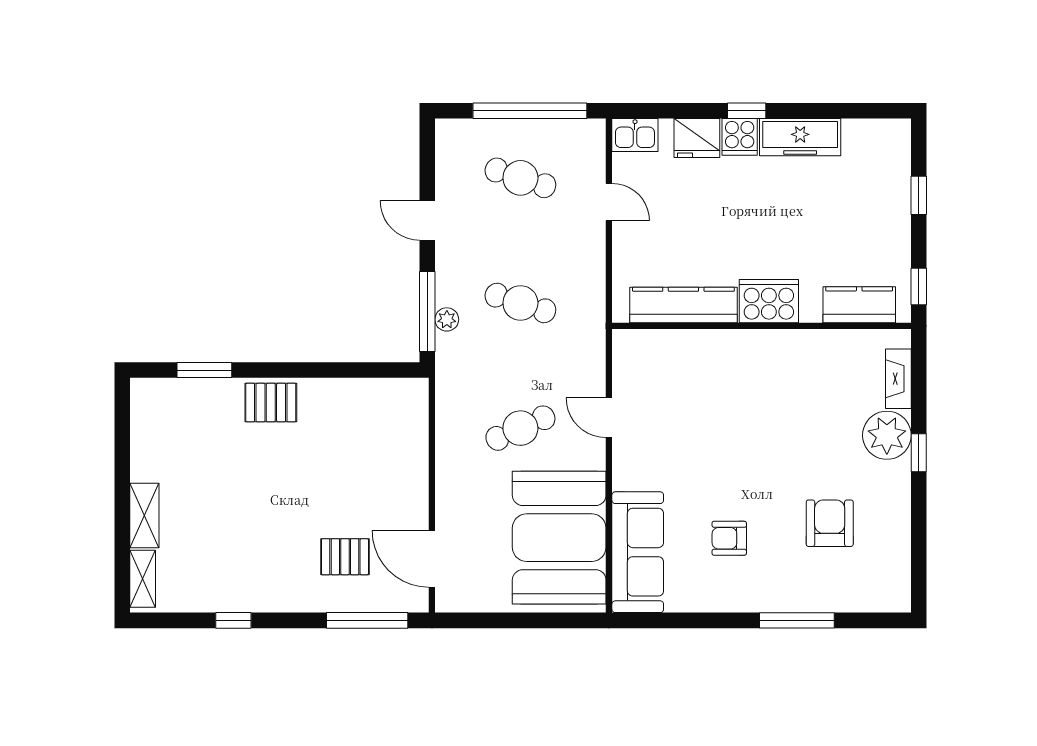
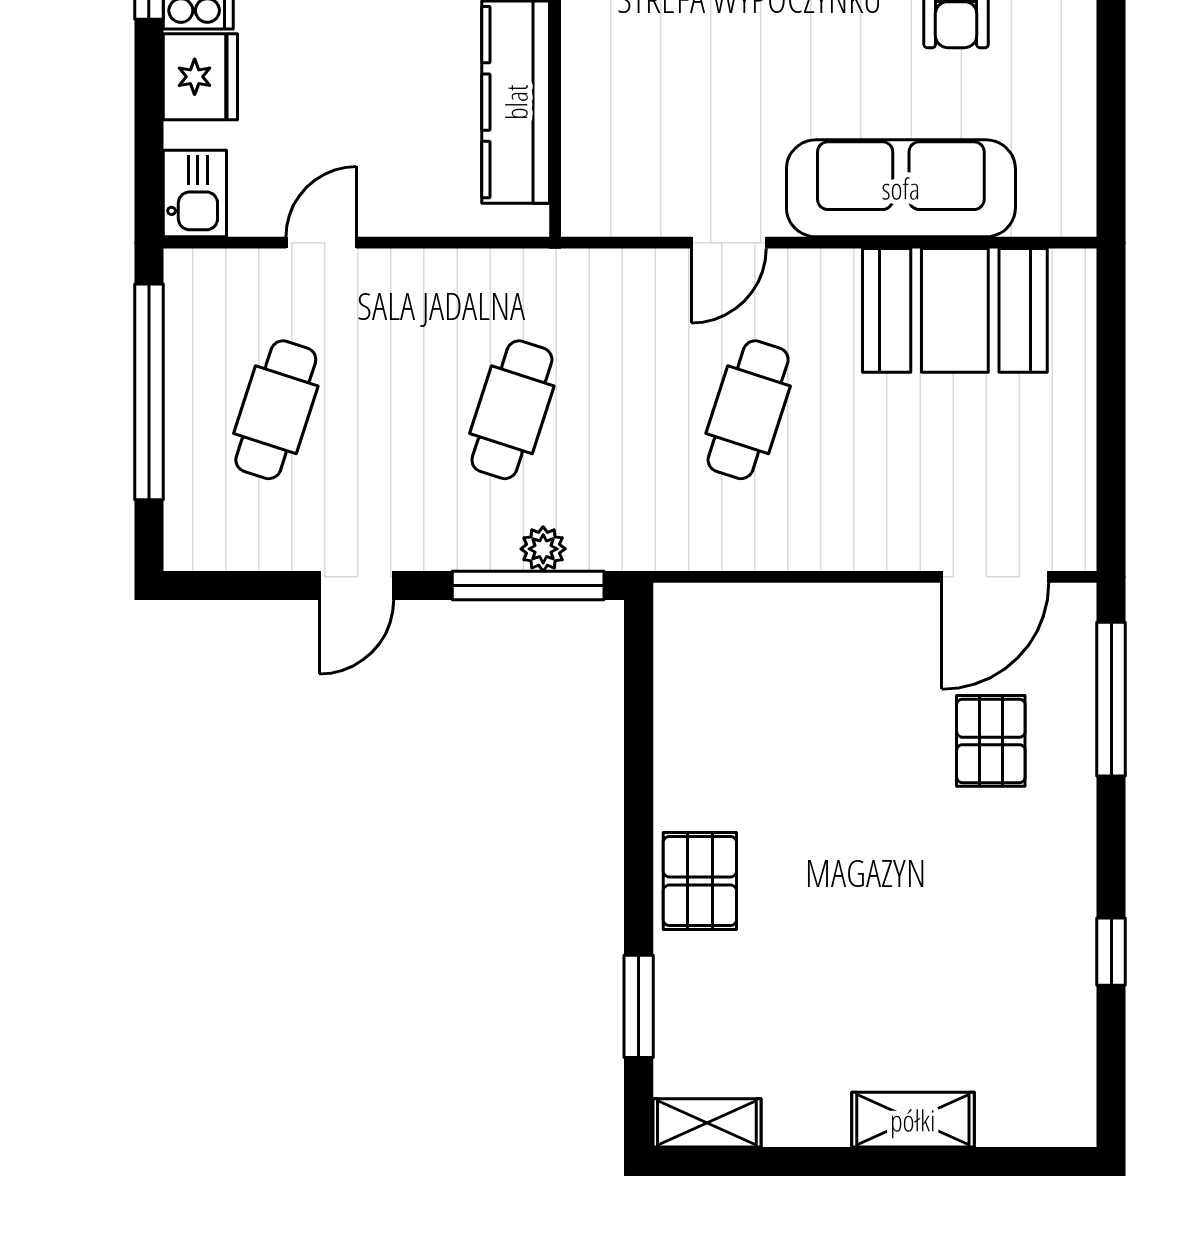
cafe table: (520, 428) -> (748, 410), turned 42
booth: (559, 538) -> (955, 310), width x0.73, depth x0.70
sofa: (638, 552) -> (901, 188), moved
shelving: (143, 579) -> (707, 1123), moved

